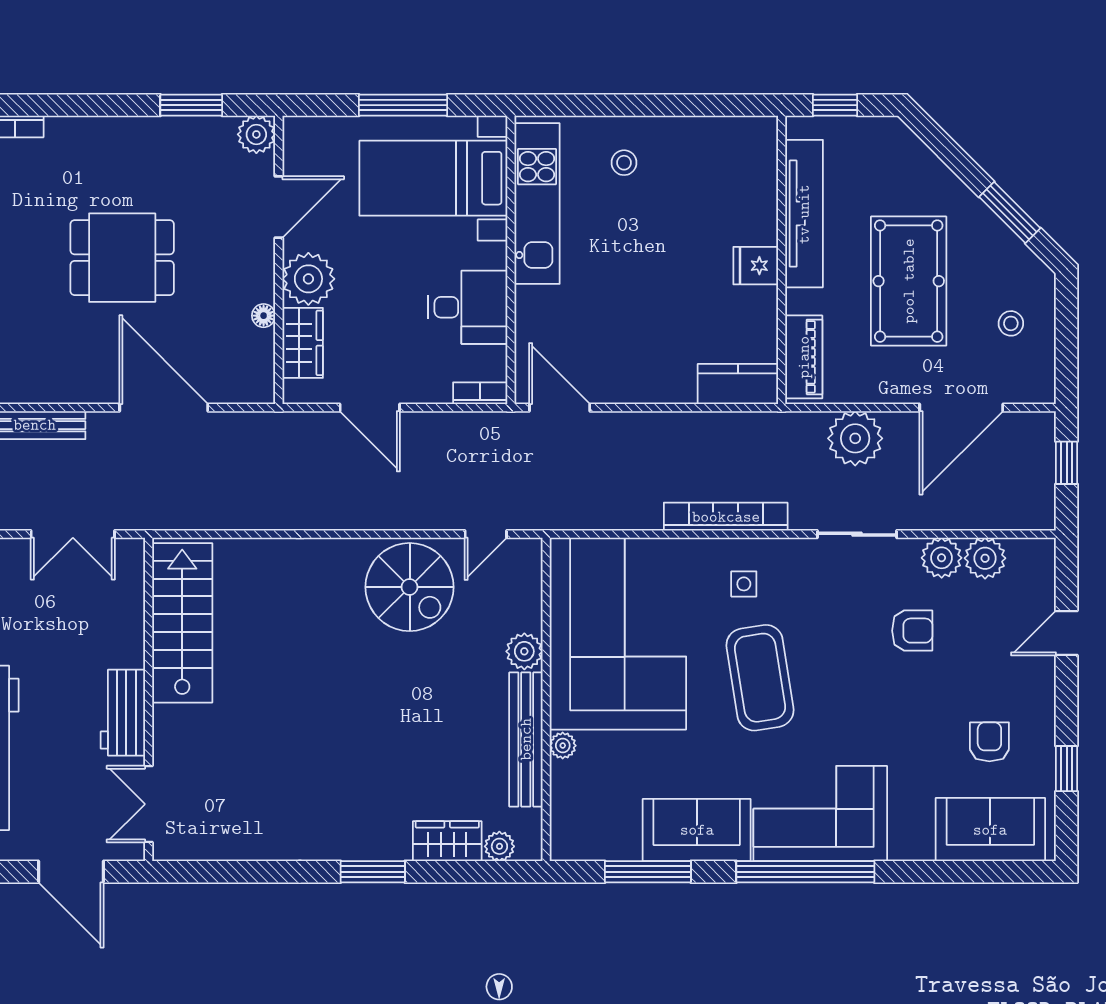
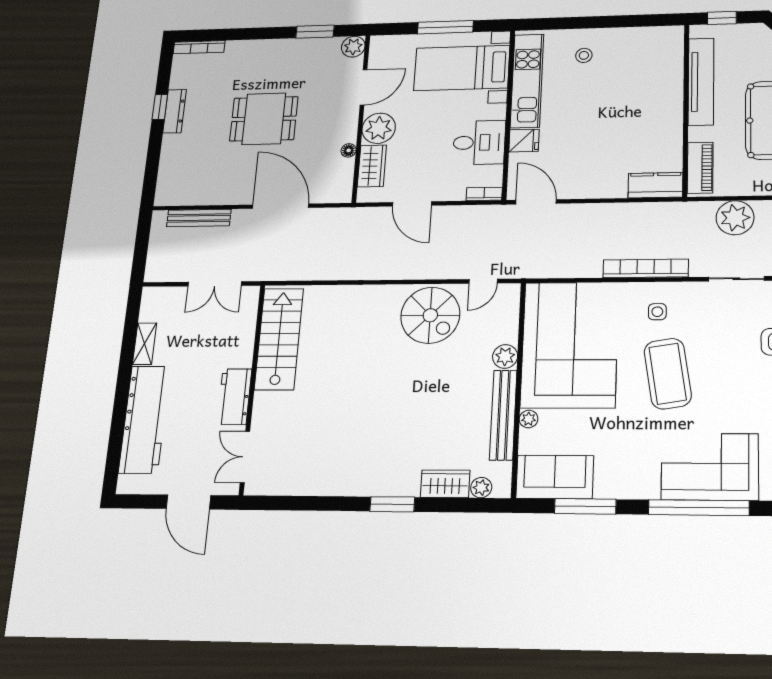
fridge: (756, 266) -> (524, 141), moved, turned 180
sofa: (697, 830) -> (555, 477), moved

